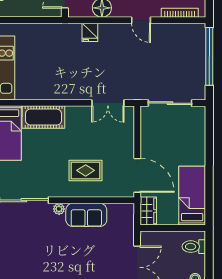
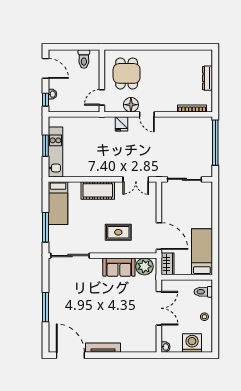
door: (141, 20) -> (147, 114), moved
cot: (43, 117) -> (98, 190), moved
plant: (59, 209) -> (144, 266), moved, width x1.88, depth x1.88

